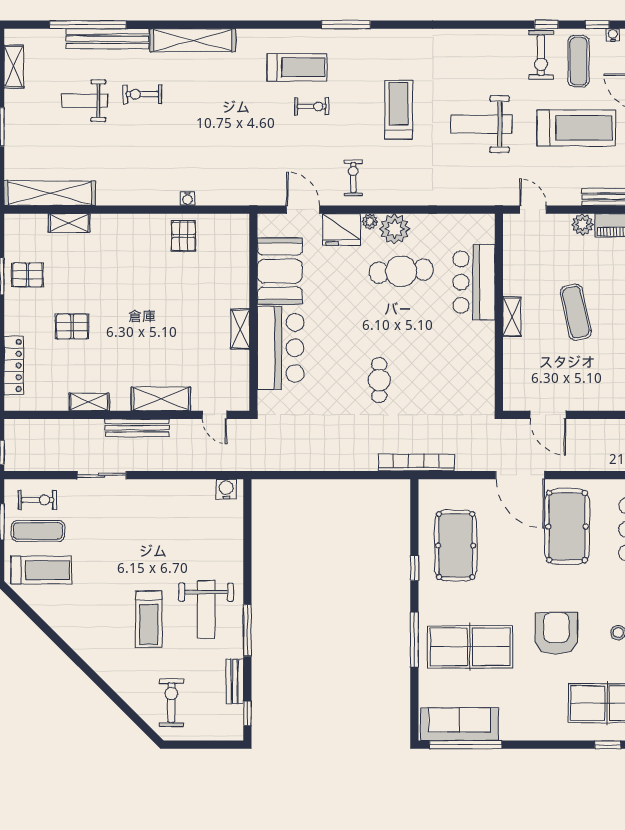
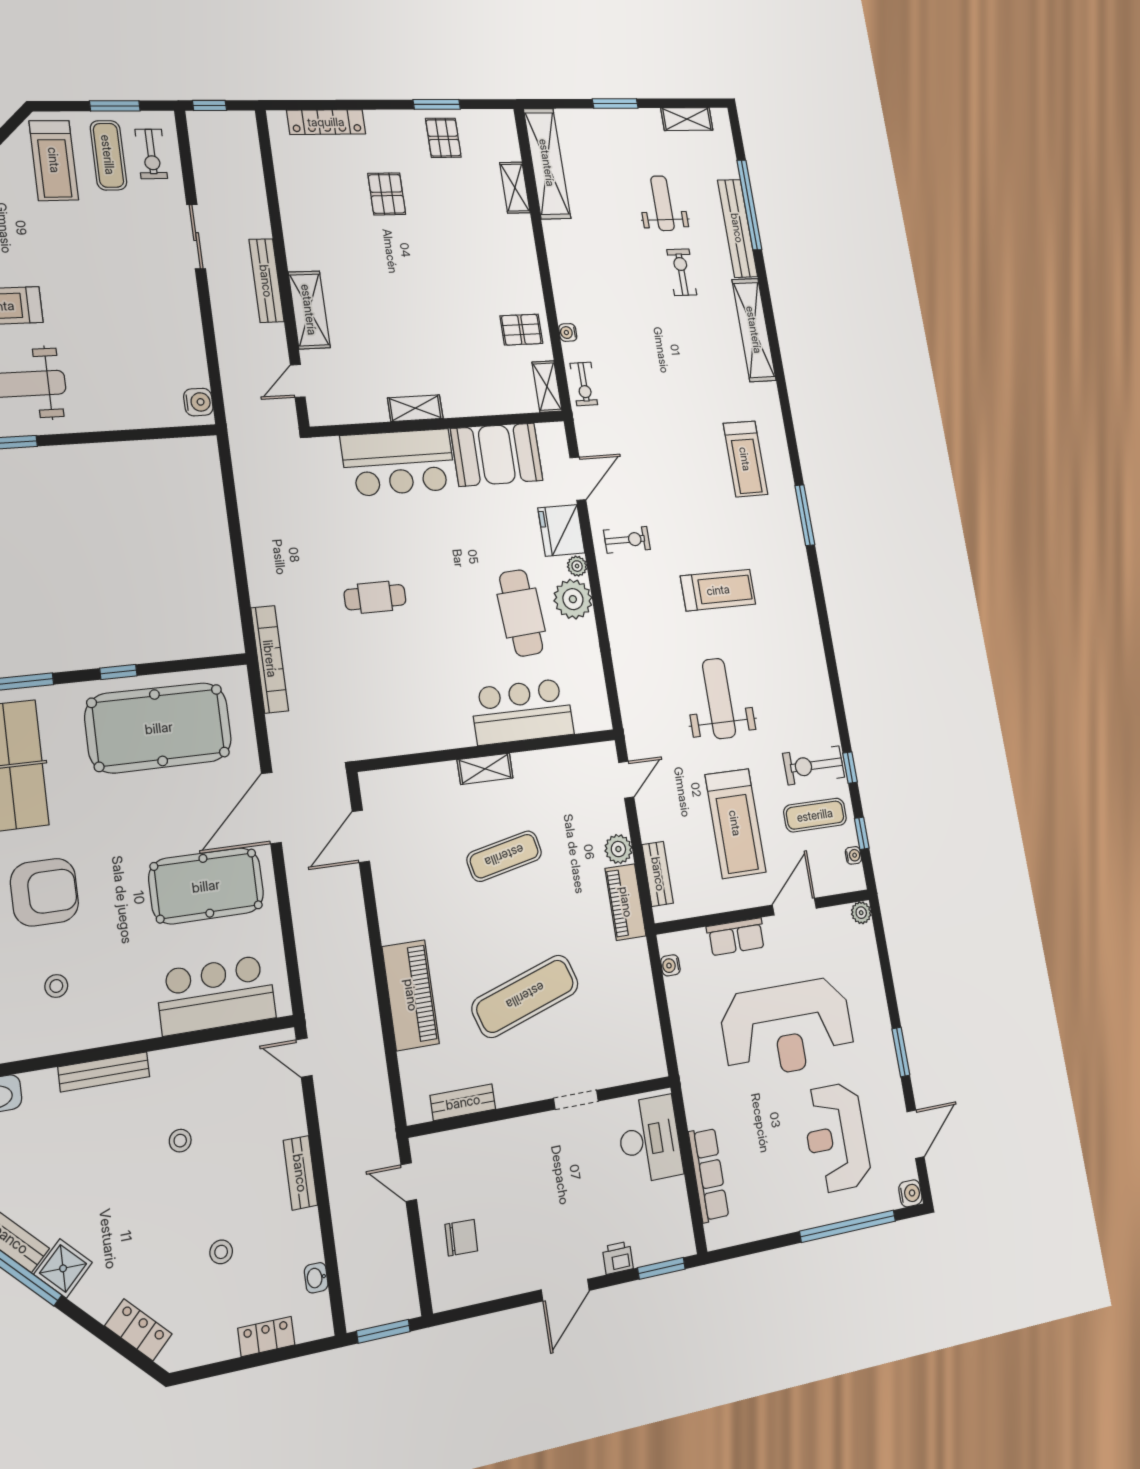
exercise bike: (312, 106) -> (584, 384), moved
shelving: (89, 402) -> (547, 387), moved
pool table: (456, 546) -> (159, 728), width x1.36, depth x1.32

